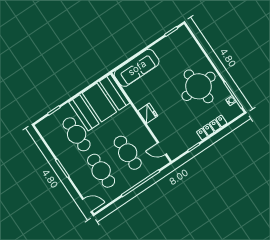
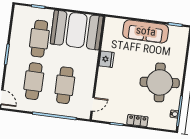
sofa: (137, 68) -> (146, 31), moved
fridge: (148, 113) -> (106, 59), moved
locker: (212, 128) -> (137, 121), width x0.66
door: (162, 148) -> (93, 104), swing flipped

